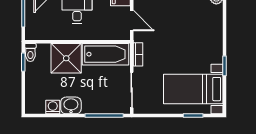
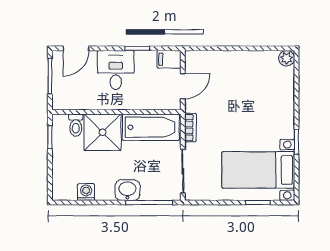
door: (132, 21) -> (183, 86), hinge flipped
toilet: (30, 52) -> (76, 125), moved
washbasin: (71, 105) -> (127, 190), moved

